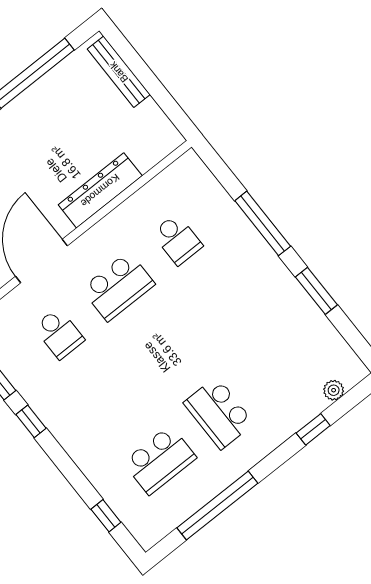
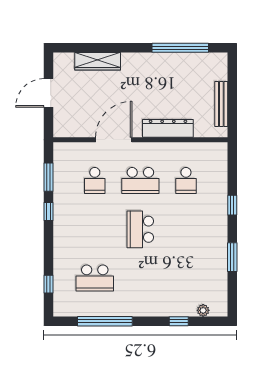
bench: (119, 72) -> (221, 104), moved
window: (263, 223) -> (232, 205), width x0.46
school desk: (219, 413) -> (140, 229), moved

